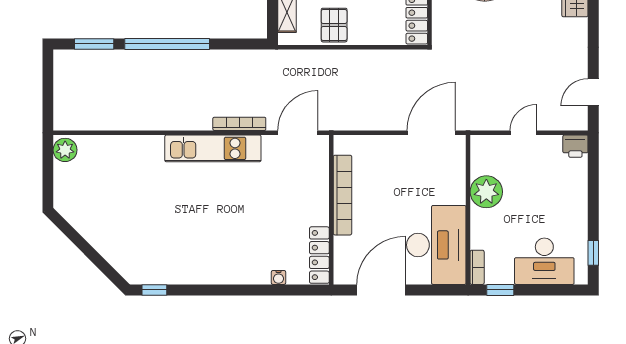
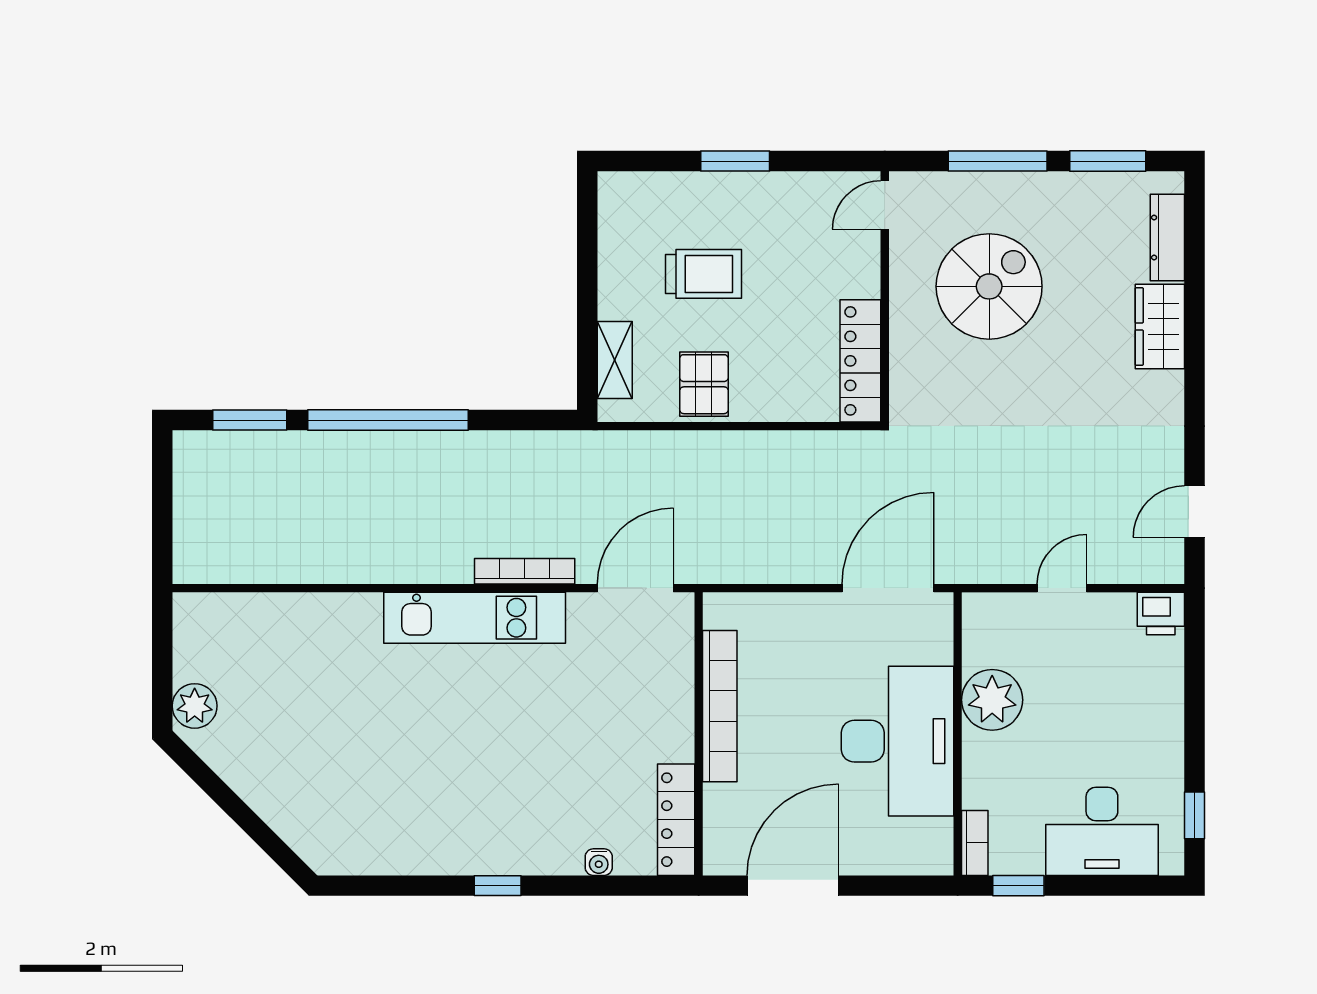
plant: (65, 150) -> (195, 706), moved
desk: (436, 245) -> (898, 741), moved
window: (154, 290) -> (498, 886), moved

